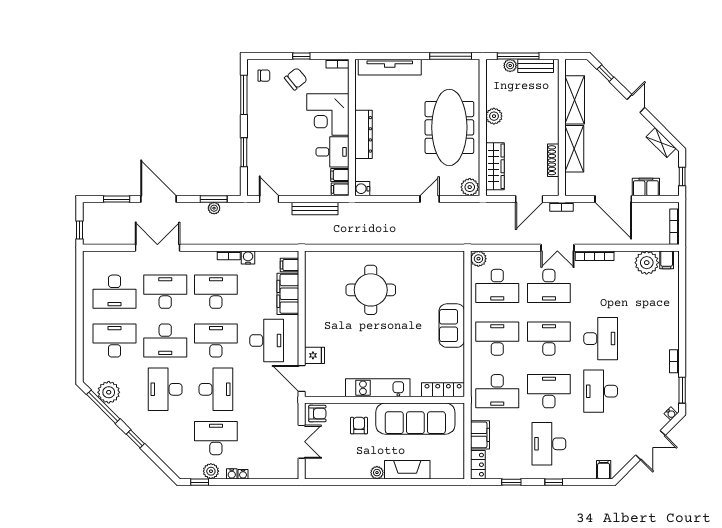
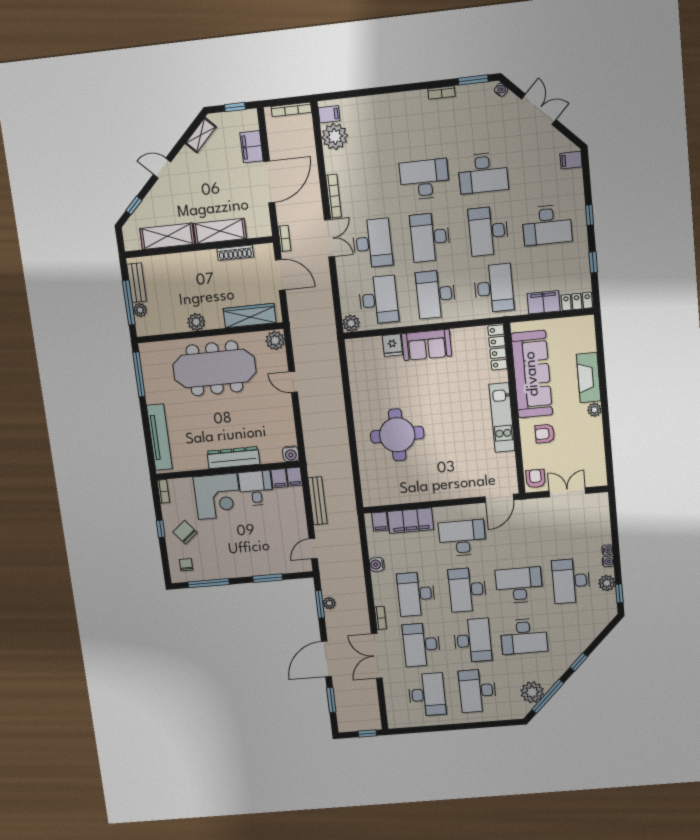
bookcase: (229, 255) -> (380, 618), moved
fridge: (315, 355) -> (392, 345), moved, turned 180

